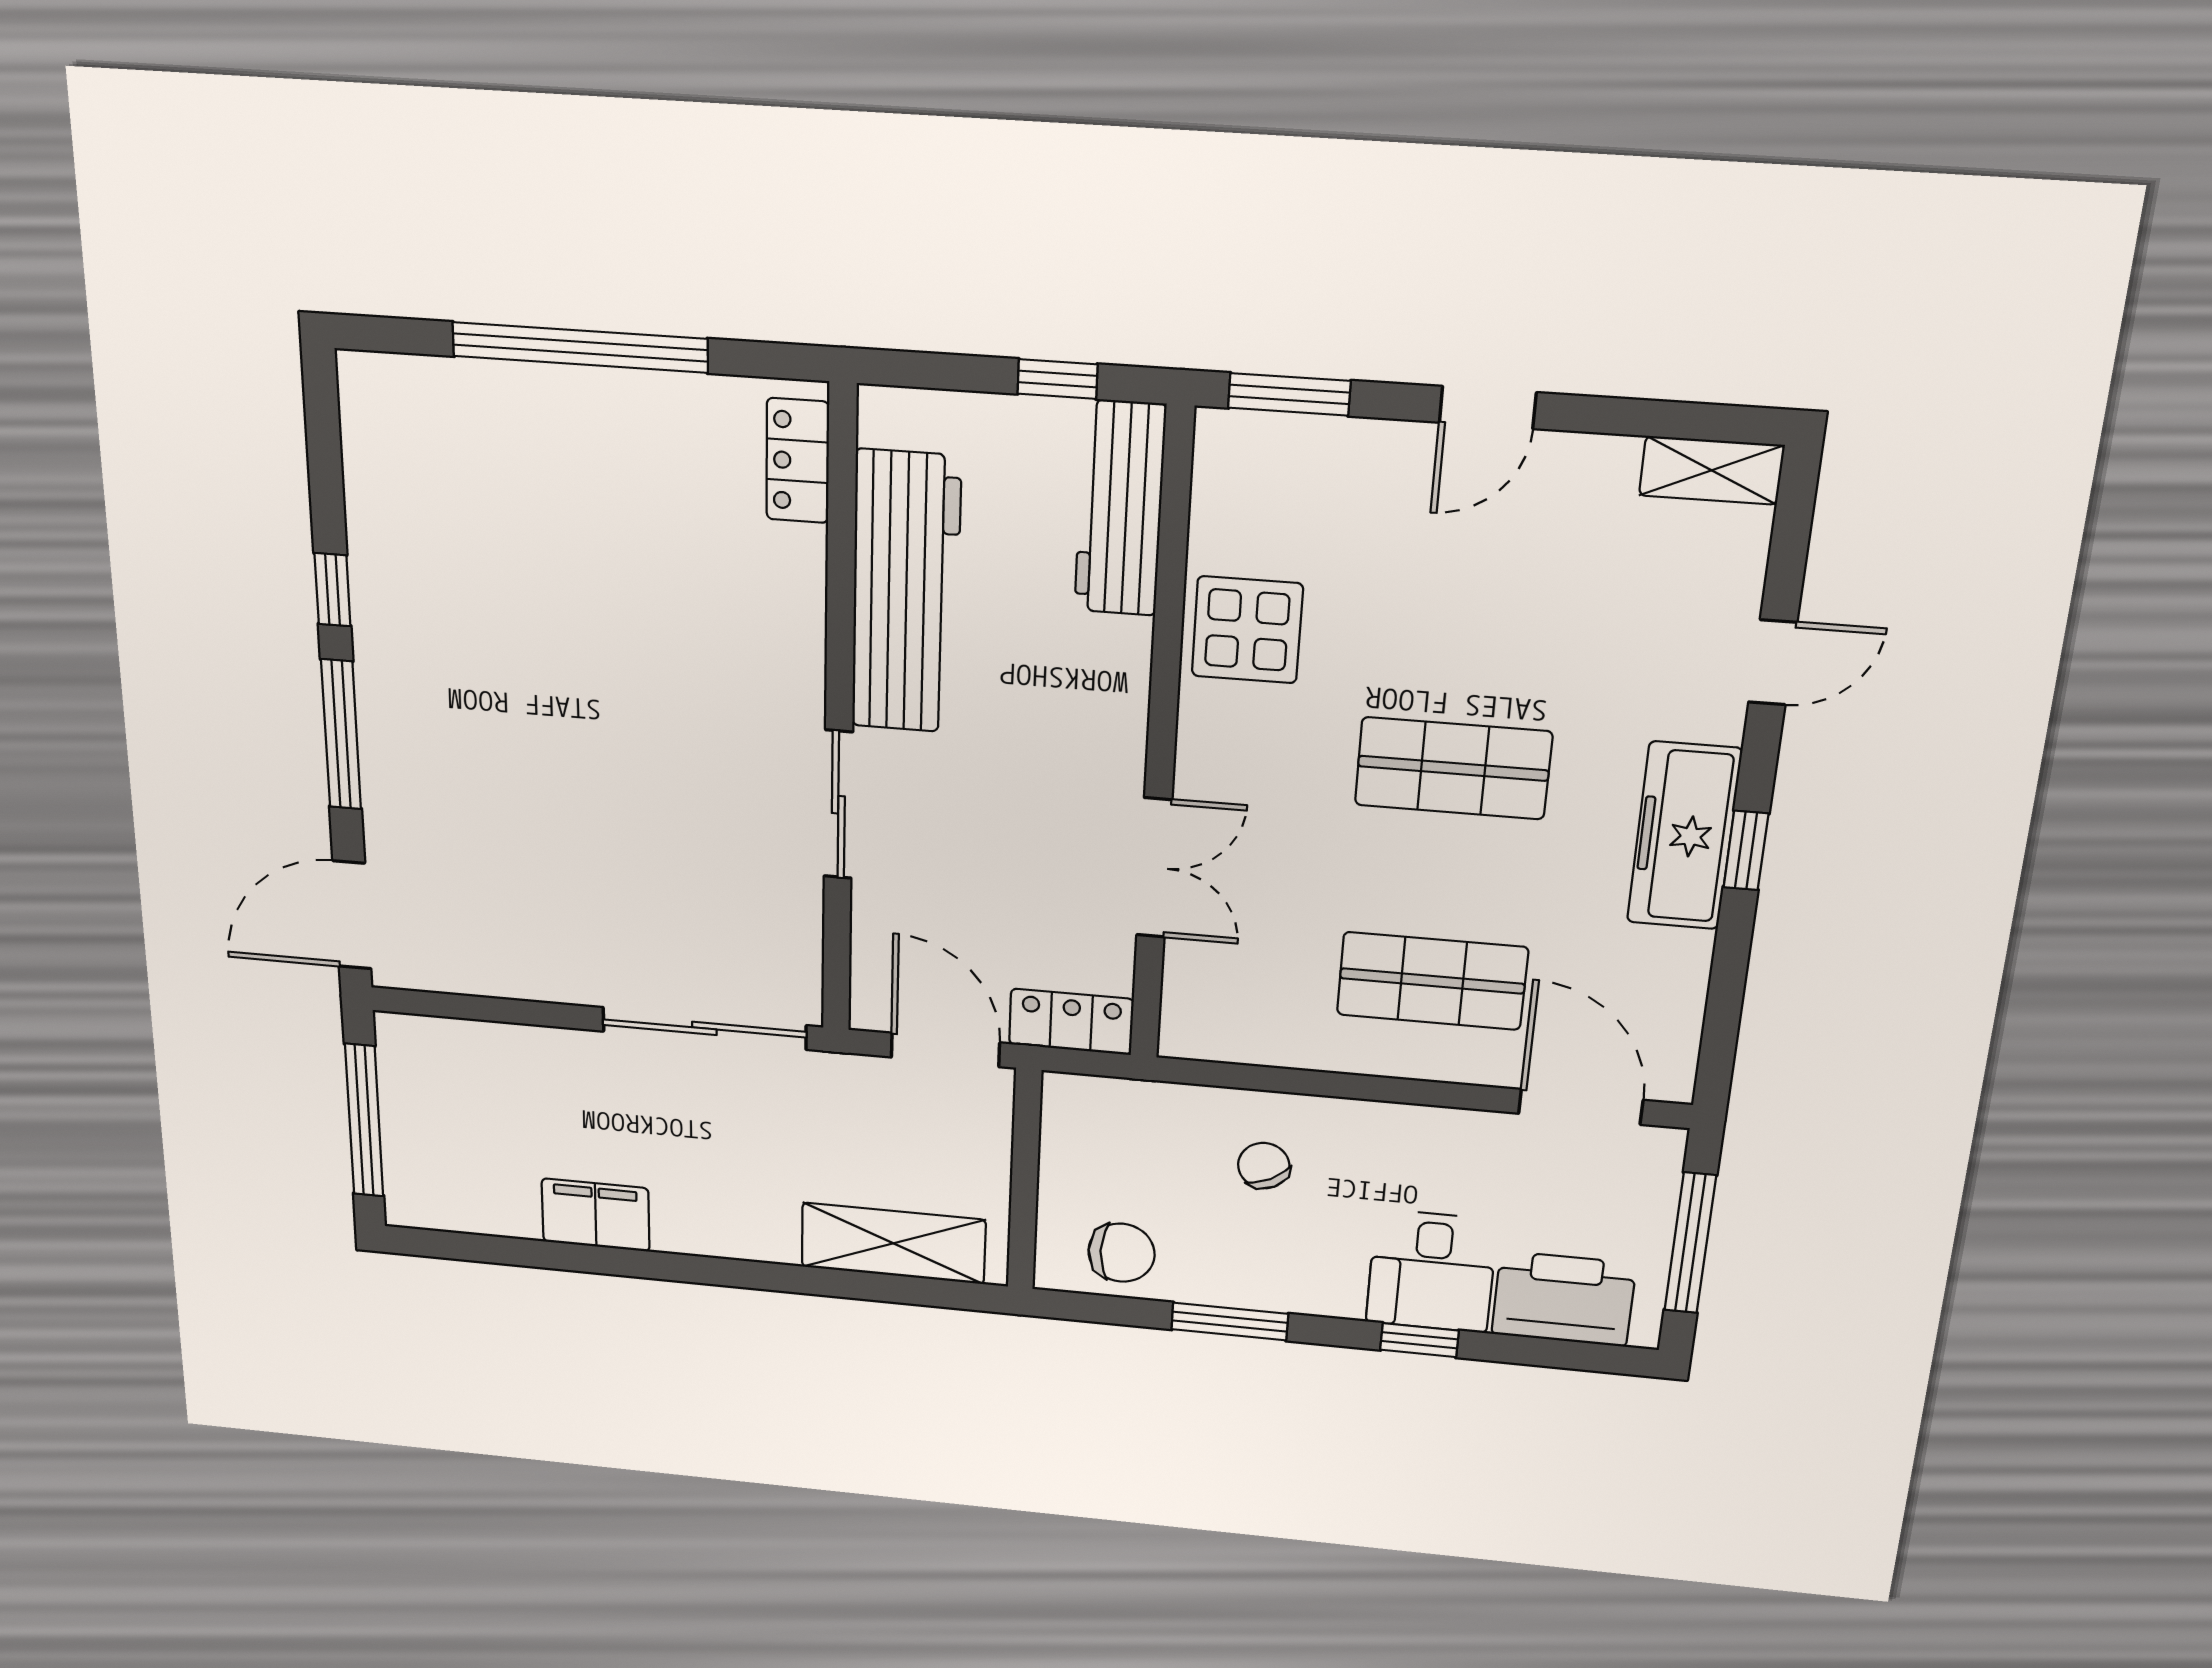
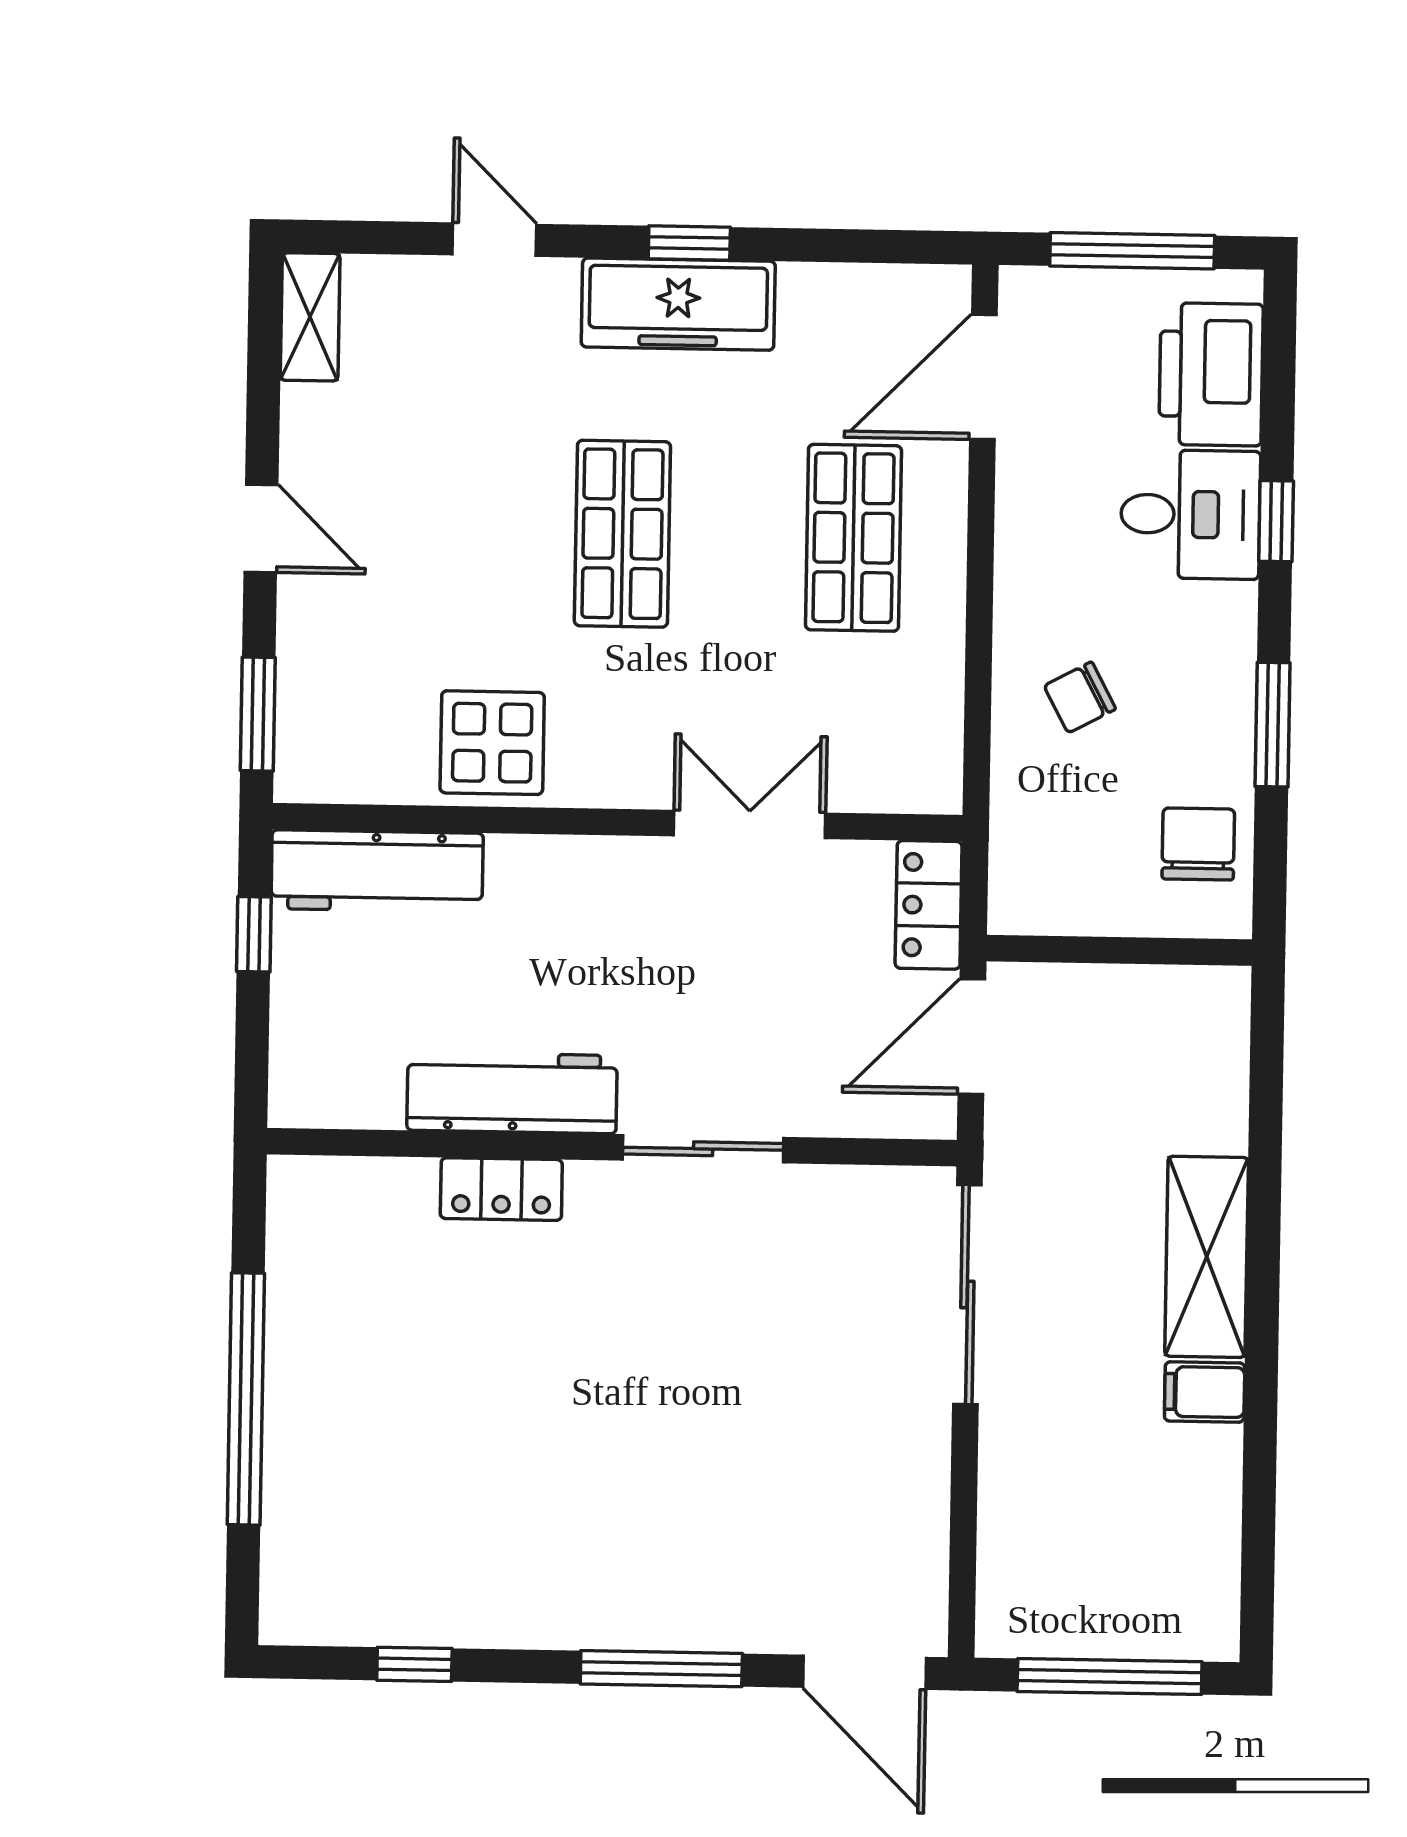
locker: (798, 461) -> (501, 1189), moved
window: (332, 590) -> (414, 1664), moved
workbench: (906, 593) -> (512, 1093), width x0.73, depth x0.76
filing cabinet: (596, 1215) -> (1205, 1392), width x0.50
shelving: (893, 1243) -> (1207, 1257), moved

